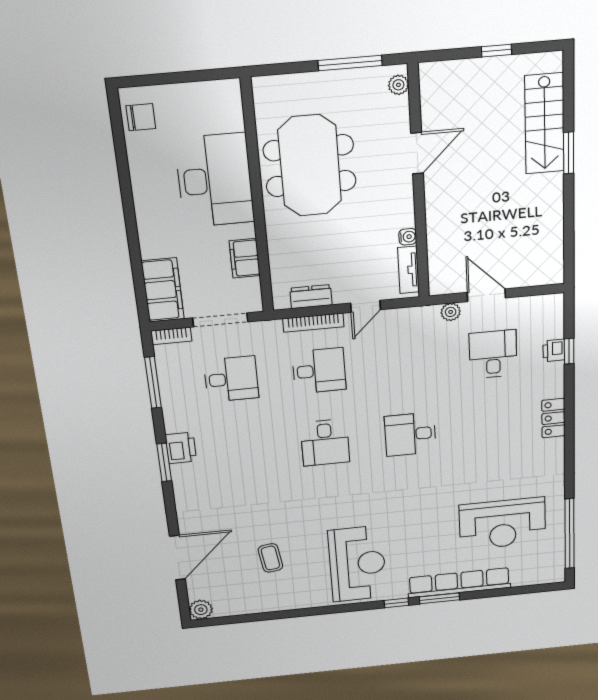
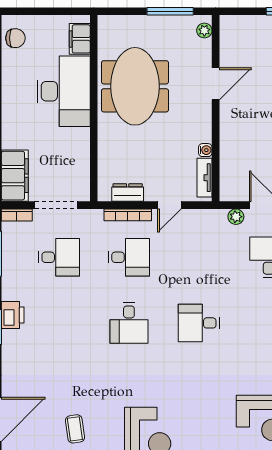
filing cabinet: (245, 258) -> (80, 39), moved

